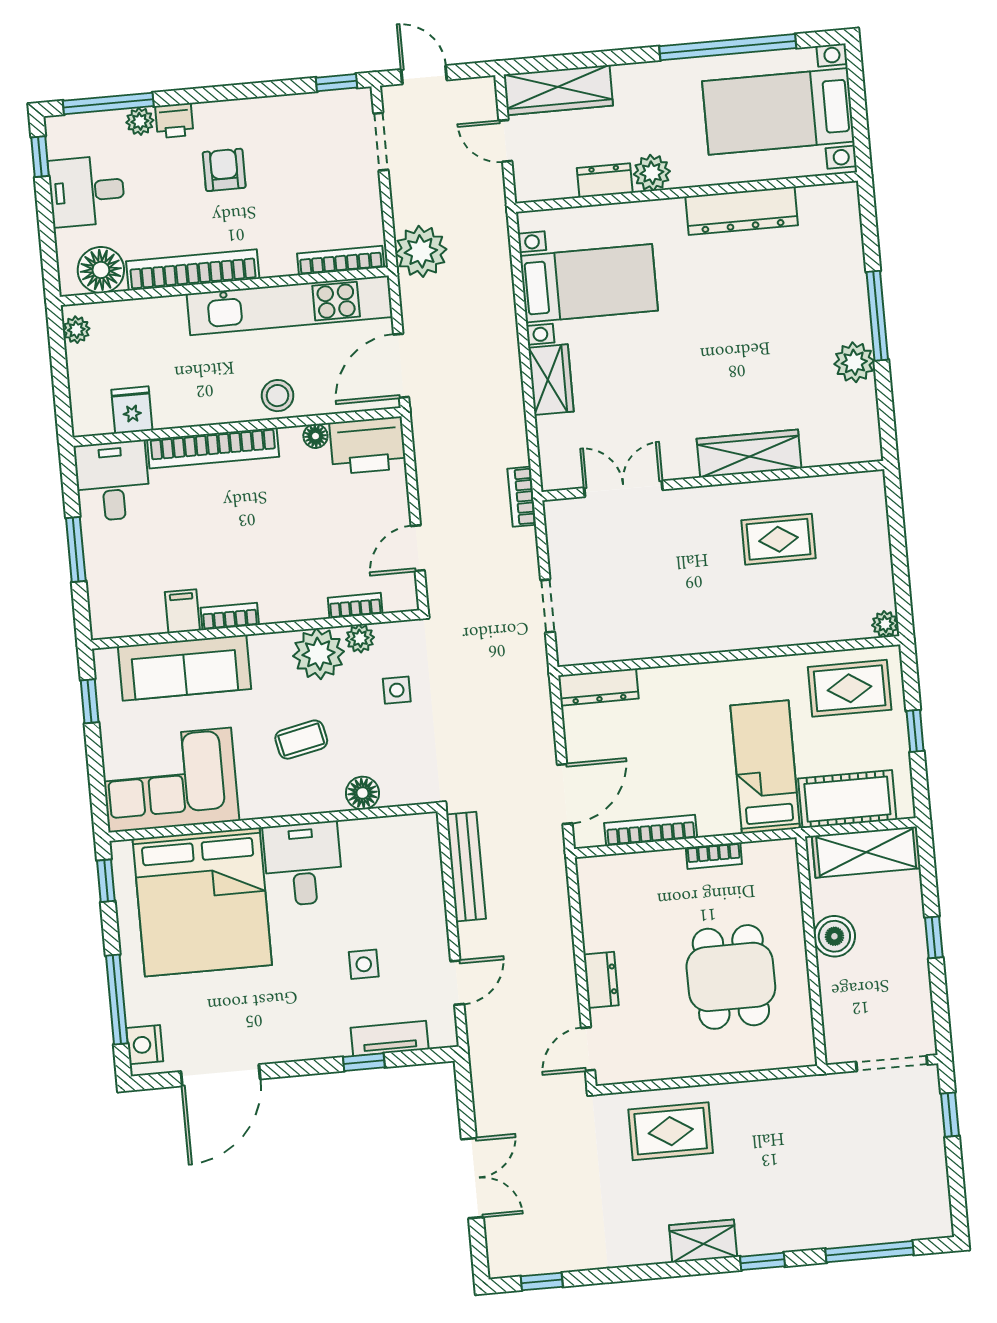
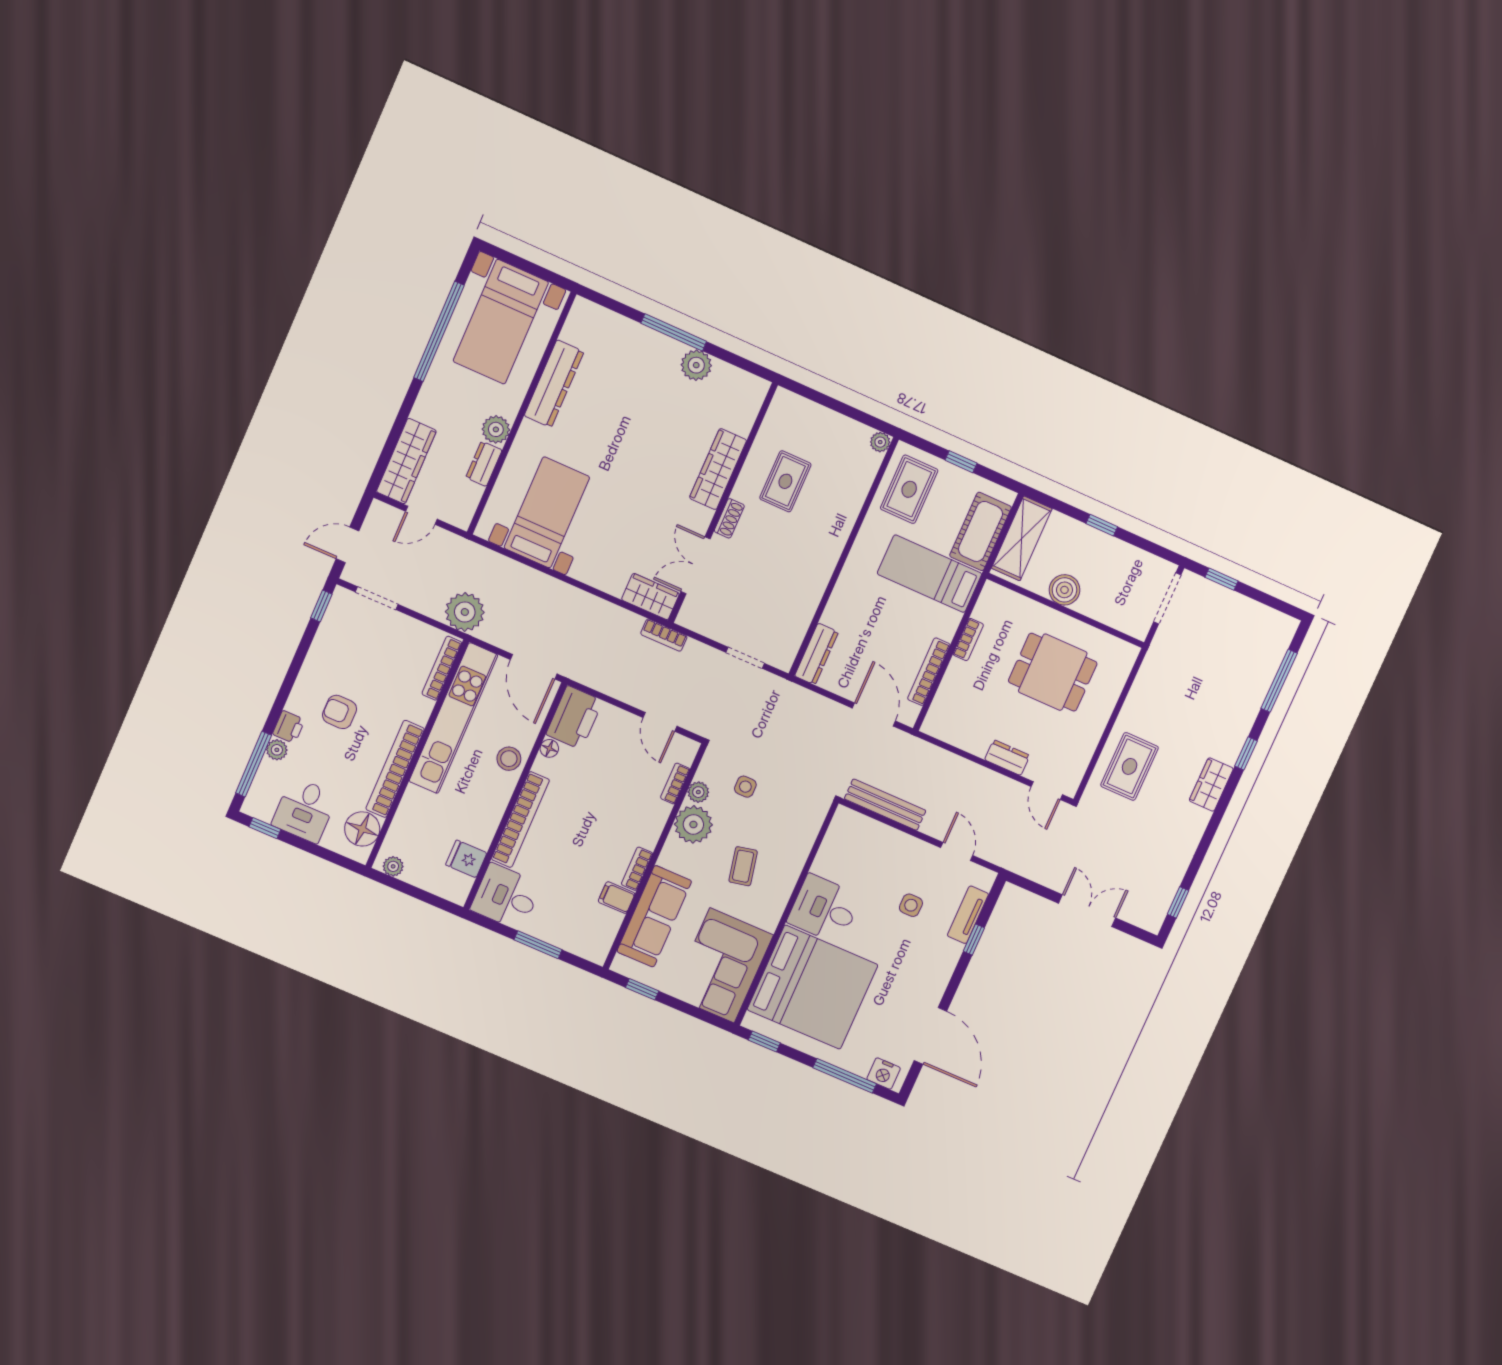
wardrobe: (551, 380) -> (650, 597), moved
shoe rack: (699, 498) -> (729, 518), added
floor lamp: (362, 793) -> (800, 846), removed

